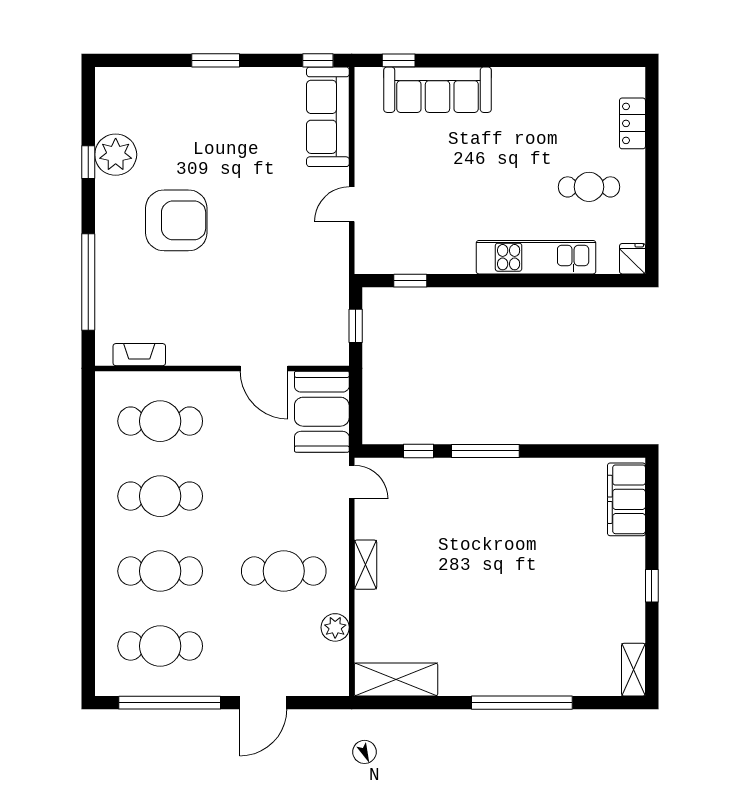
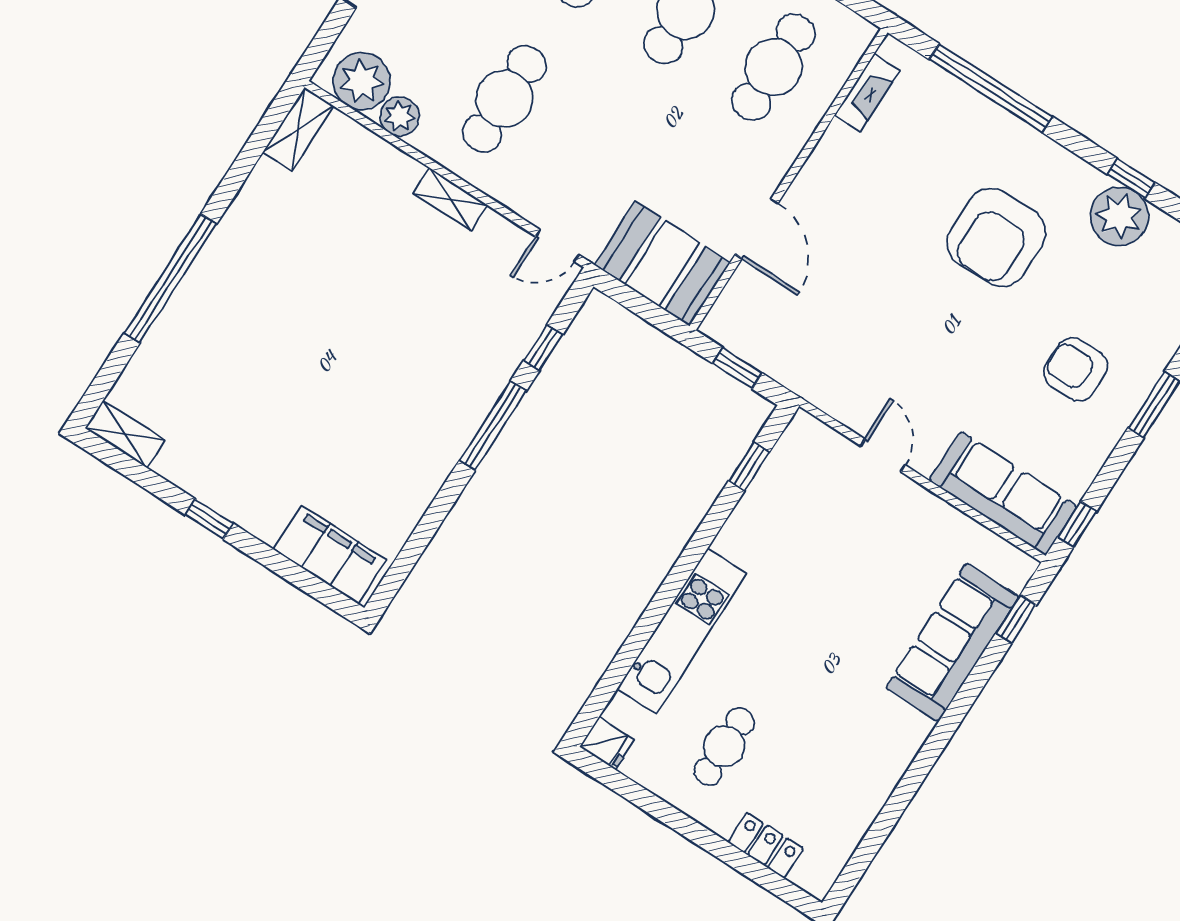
armchair: (225, 122) -> (1075, 369), added
door: (264, 368) -> (757, 229), swing flipped
plant: (329, 664) -> (362, 81), added
shelving: (396, 679) -> (298, 129), width x0.67, depth x0.75

